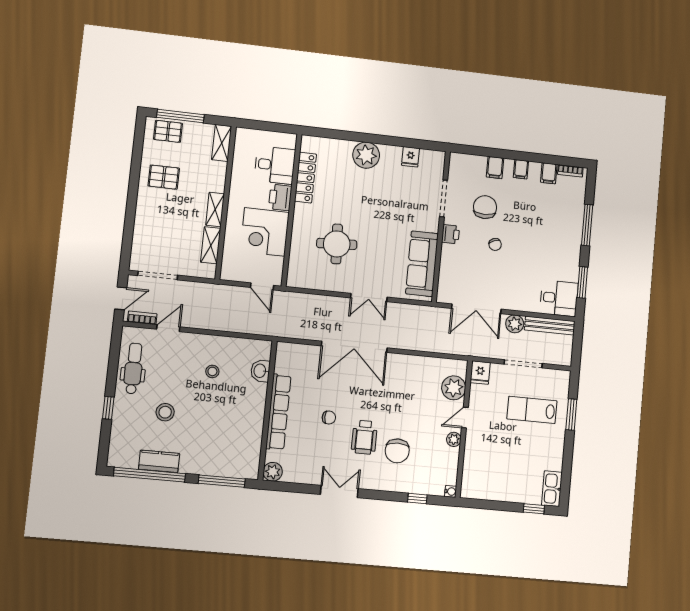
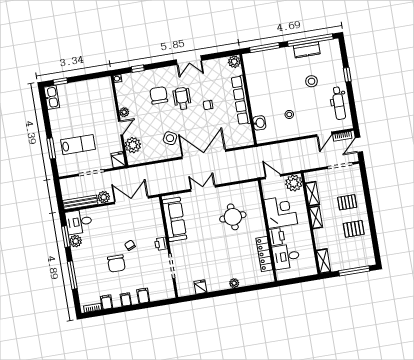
pallet: (168, 131) -> (347, 202), moved
plant: (366, 155) -> (234, 283), width x0.53, depth x0.53
chair: (485, 207) -> (116, 263), moved
plant: (234, 268) -> (294, 183), added
plant: (570, 272) -> (76, 241), added
side table: (397, 384) -> (170, 138), added

